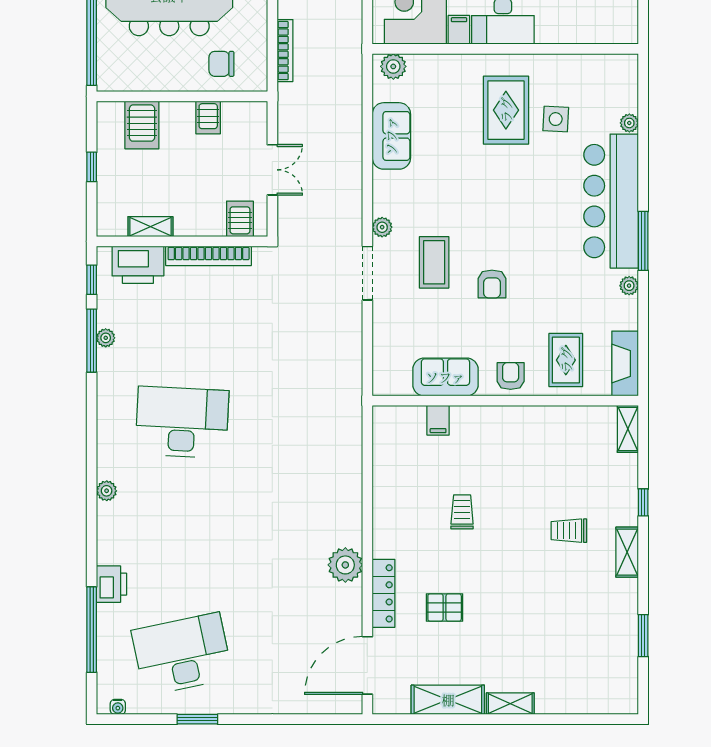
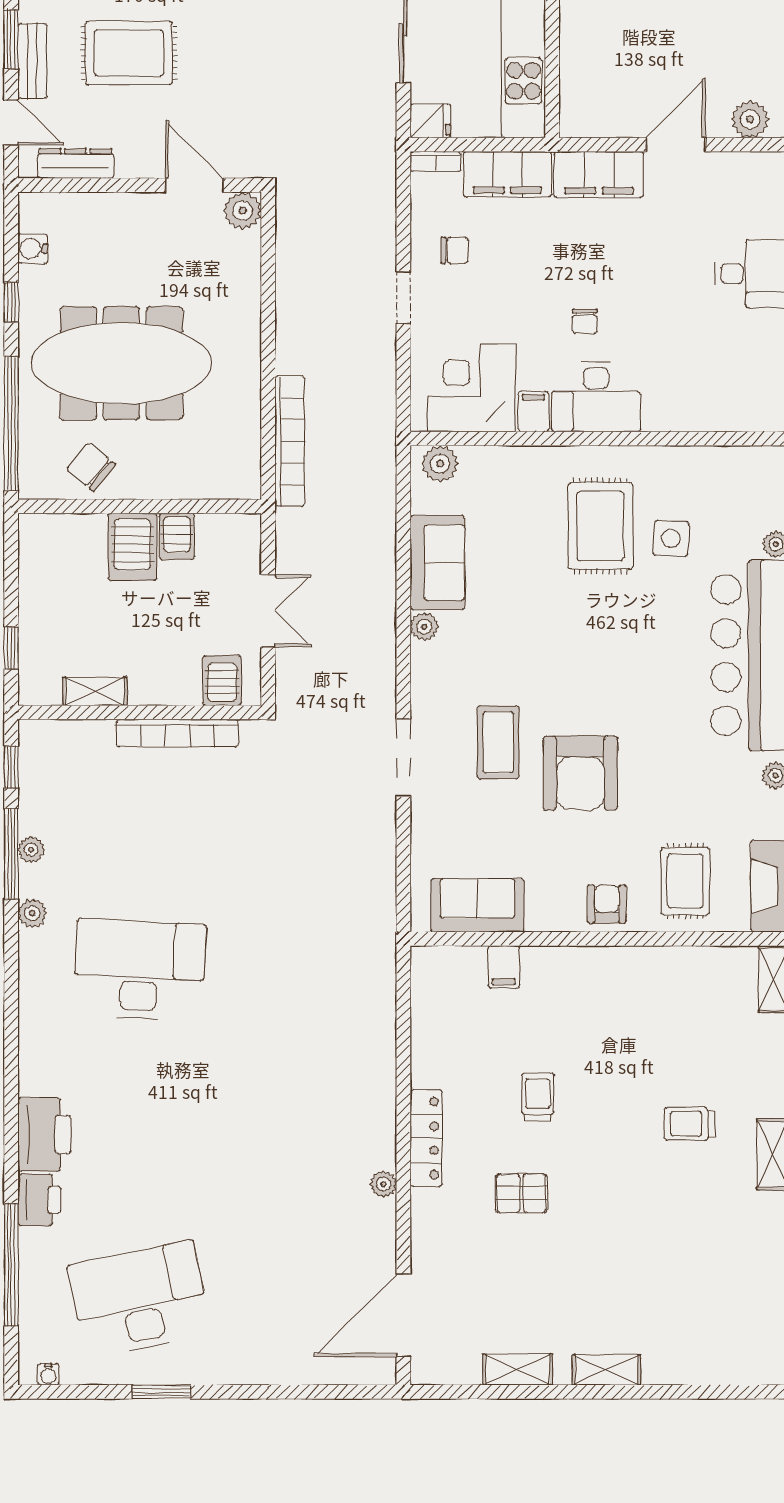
bookcase: (285, 51) -> (290, 441), width x1.48, depth x1.31
chair: (221, 64) -> (91, 467), moved, turned 40
server rack: (142, 125) -> (132, 547), moved
window: (92, 167) -> (11, 648), moved
plant: (382, 227) -> (424, 627), moved
printer: (138, 265) -> (44, 1135), moved, turned -90
armchair: (492, 284) -> (580, 773), width x1.88, depth x1.88
sofa: (445, 377) -> (477, 905), moved
plant: (107, 491) -> (32, 913), moved
plant: (345, 565) -> (383, 1184), width x0.53, depth x0.53
locker: (384, 593) -> (426, 1138), moved
pallet: (445, 607) -> (521, 1193), moved
shelving: (448, 700) -> (518, 1370), width x0.67, depth x0.75

